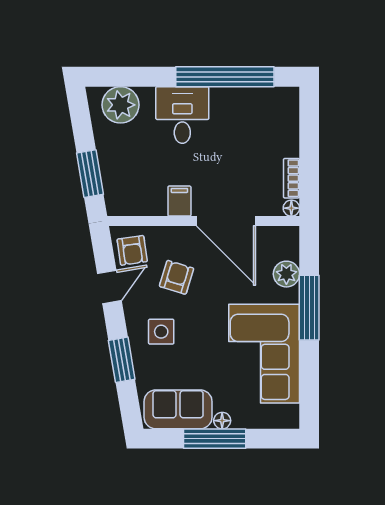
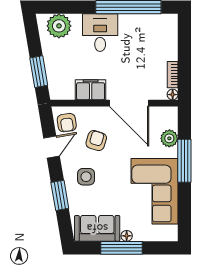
filing cabinet: (179, 201) -> (91, 90), width x2.00

